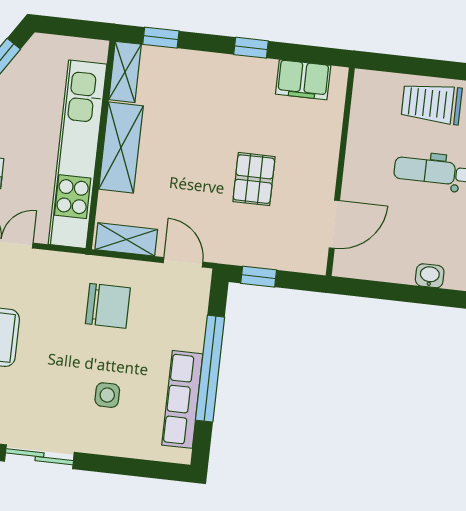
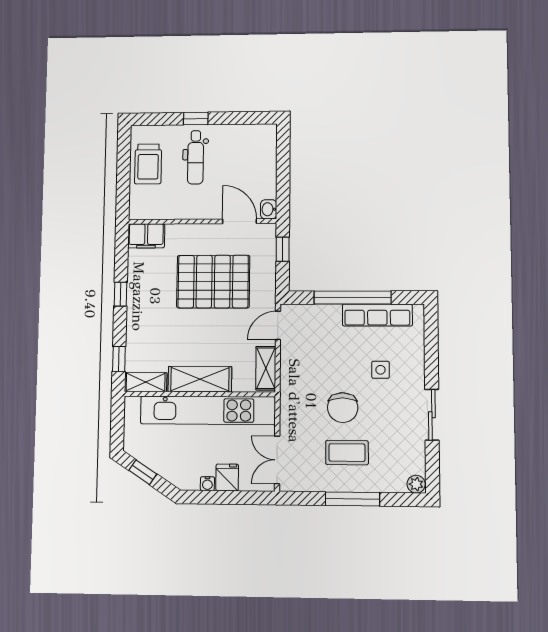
filing cabinet: (303, 80) -> (146, 236), moved, turned 90
pallet: (254, 179) -> (213, 282), width x2.05, depth x2.00
washbasin: (430, 276) -> (269, 209), moved
window: (259, 277) -> (283, 249), moved
chair: (108, 306) -> (343, 408), moved, turned 180

